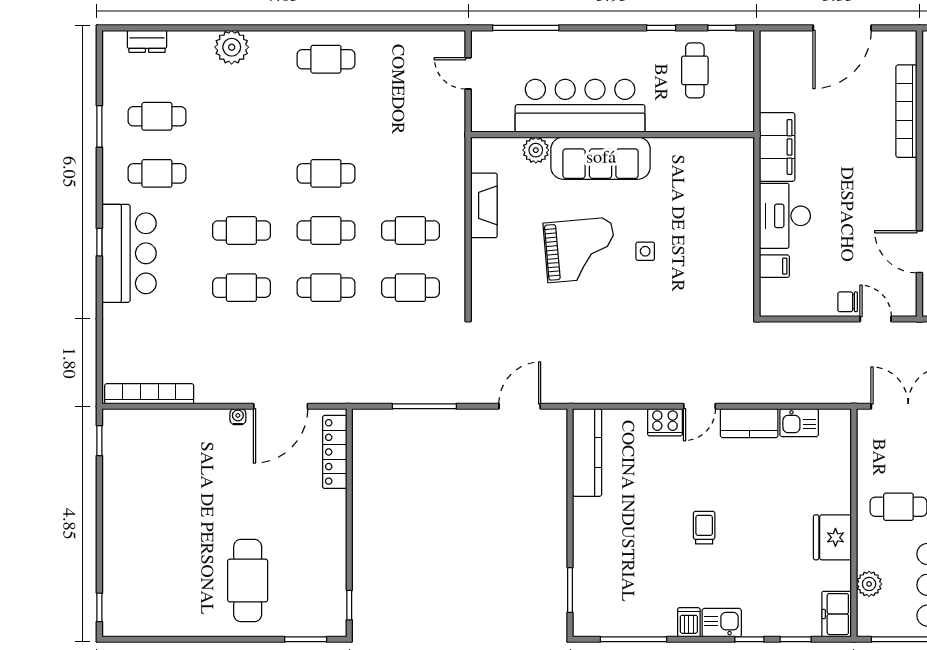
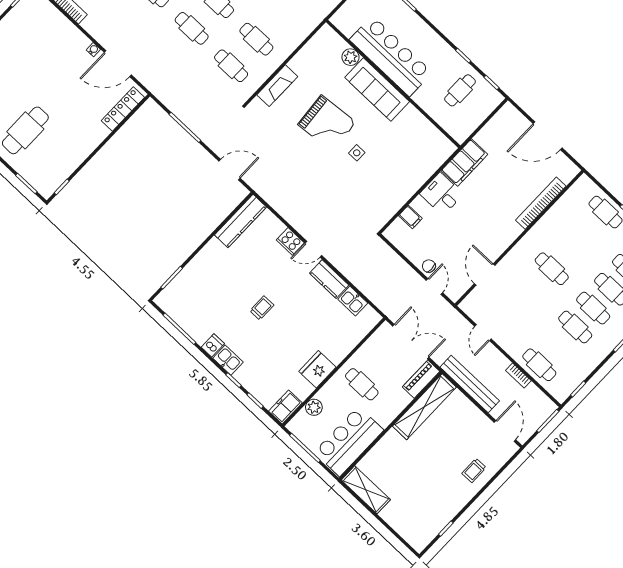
fireplace: (484, 205) -> (277, 86), moved
desk: (785, 216) -> (442, 194), width x0.73

